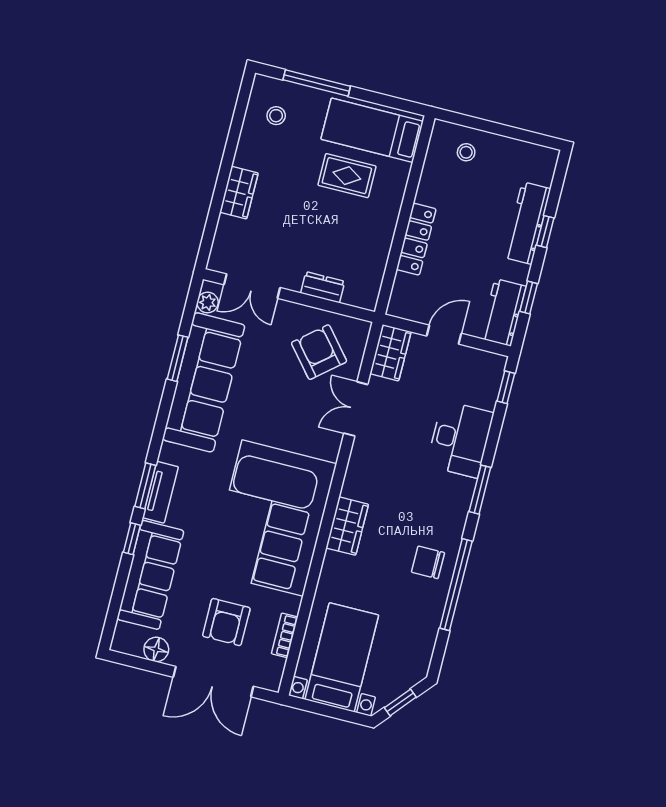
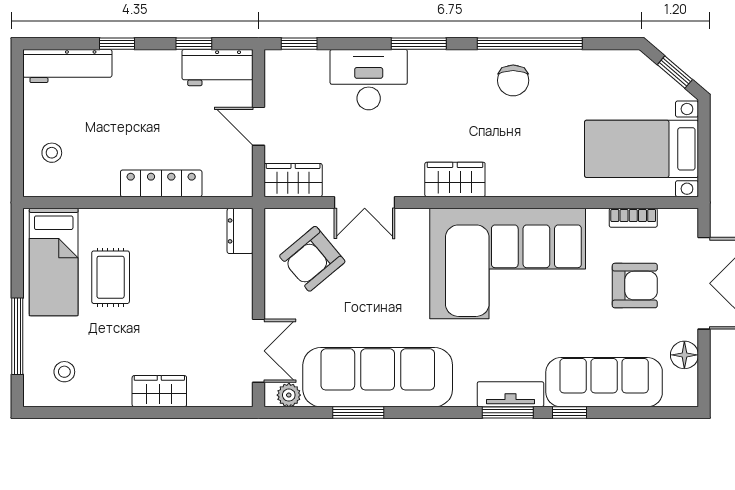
workbench: (527, 223) -> (67, 66), moved
dresser: (323, 287) -> (240, 231), moved
wardrobe: (347, 526) -> (455, 179), moved

